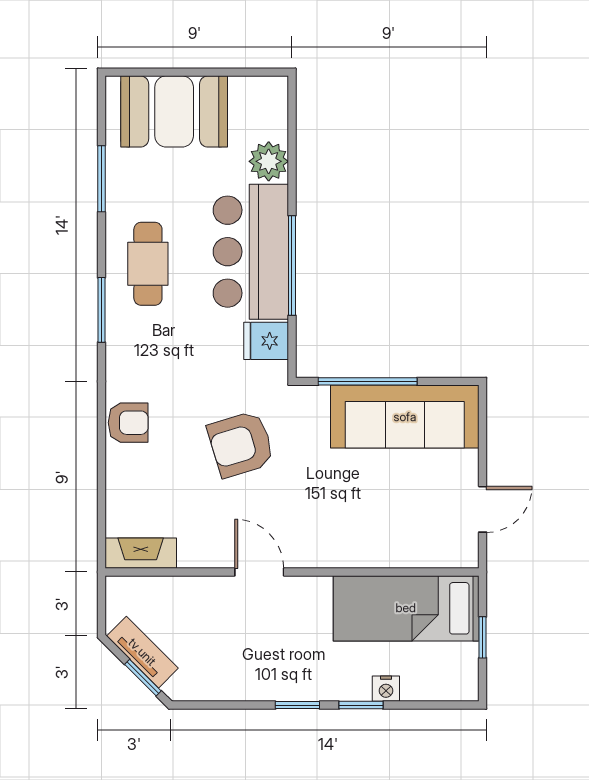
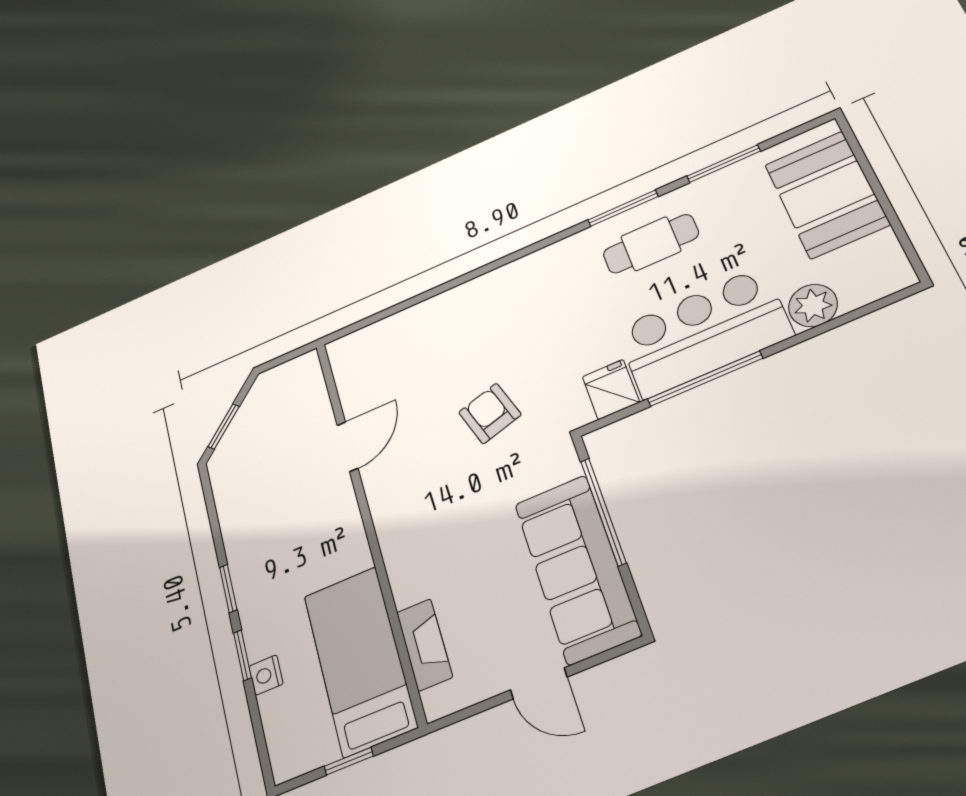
window: (101, 310) -> (623, 208), moved
armchair: (128, 423) -> (478, 300), removed
armchair: (241, 444) -> (490, 413), width x0.72, depth x0.72
door: (483, 509) -> (539, 683), moved
fireplace: (141, 553) -> (424, 645), moved
door: (259, 572) -> (347, 447), moved
tv unit: (142, 652) -> (249, 415), removed

